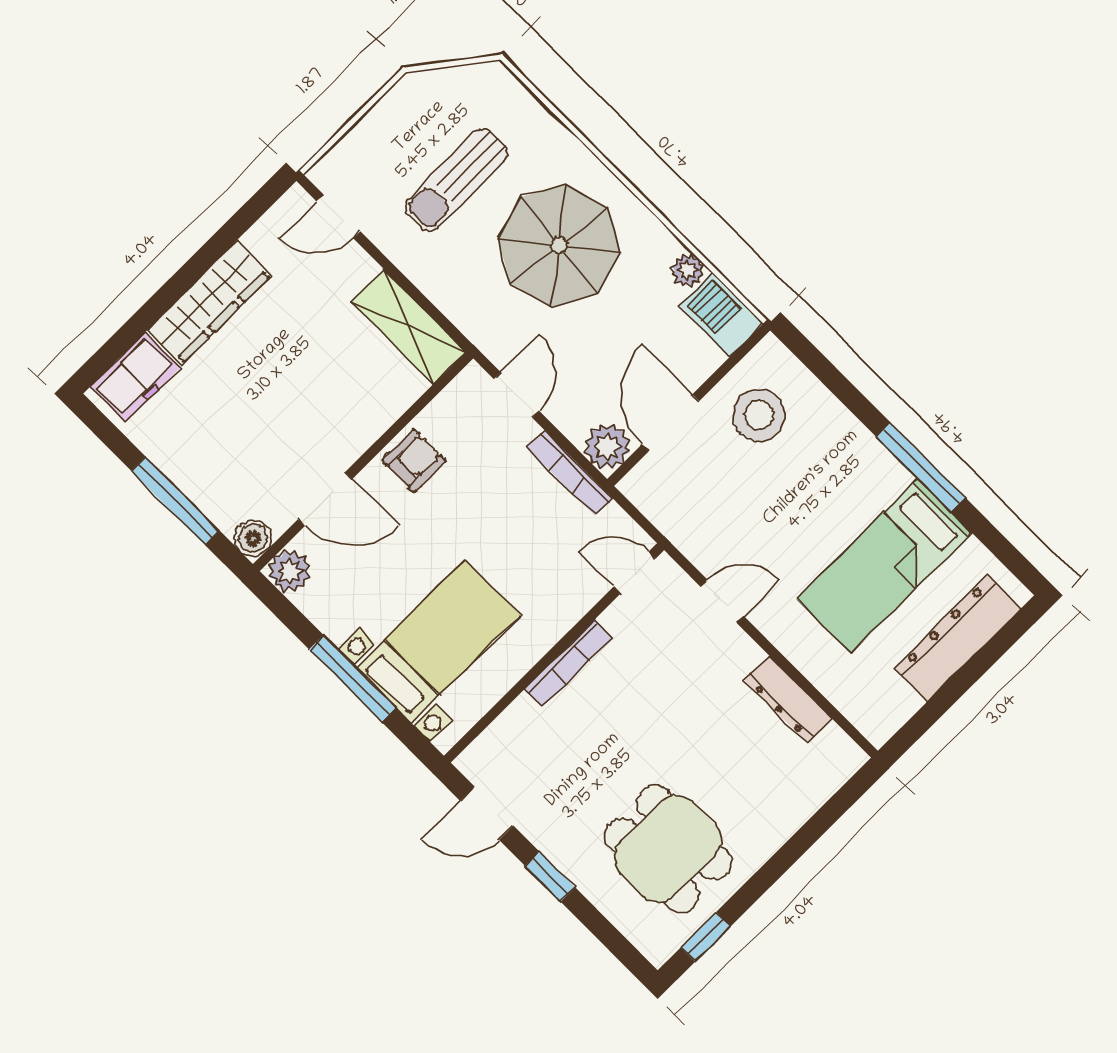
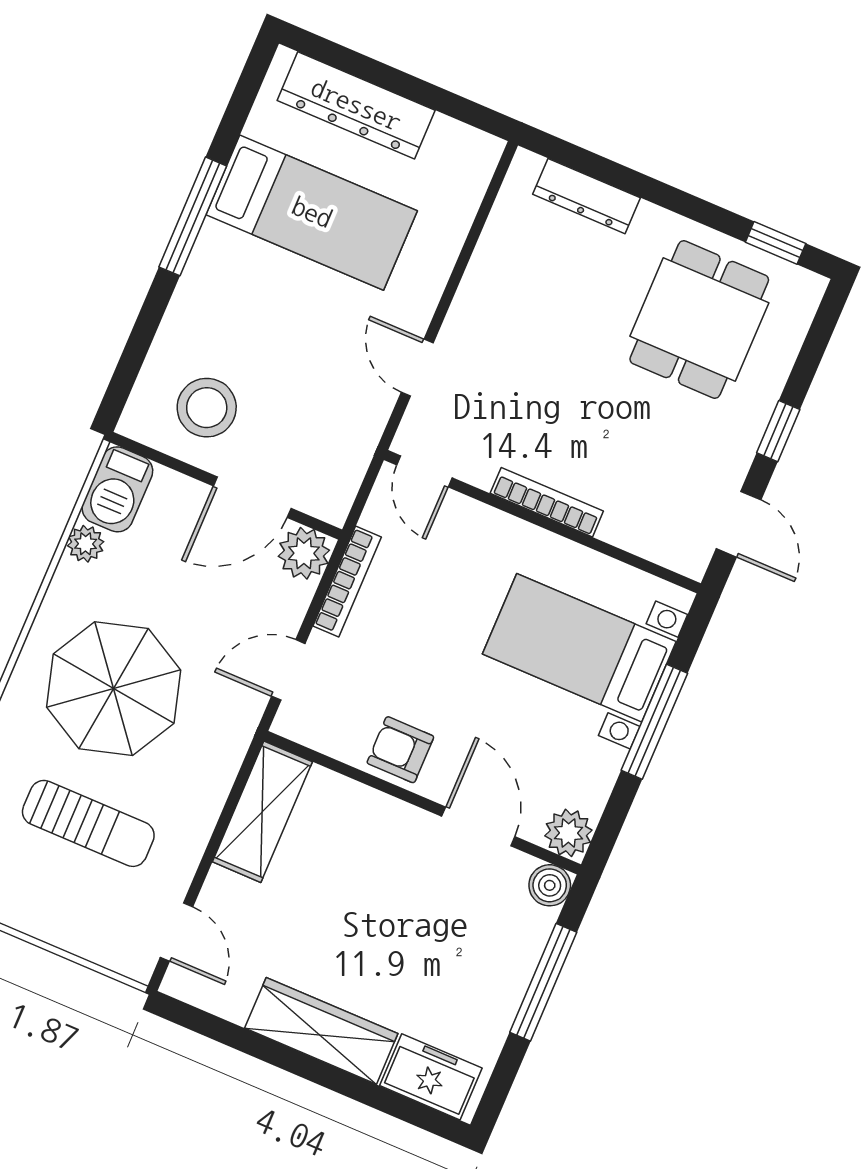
dresser: (788, 699) -> (587, 196), moved, turned 90

